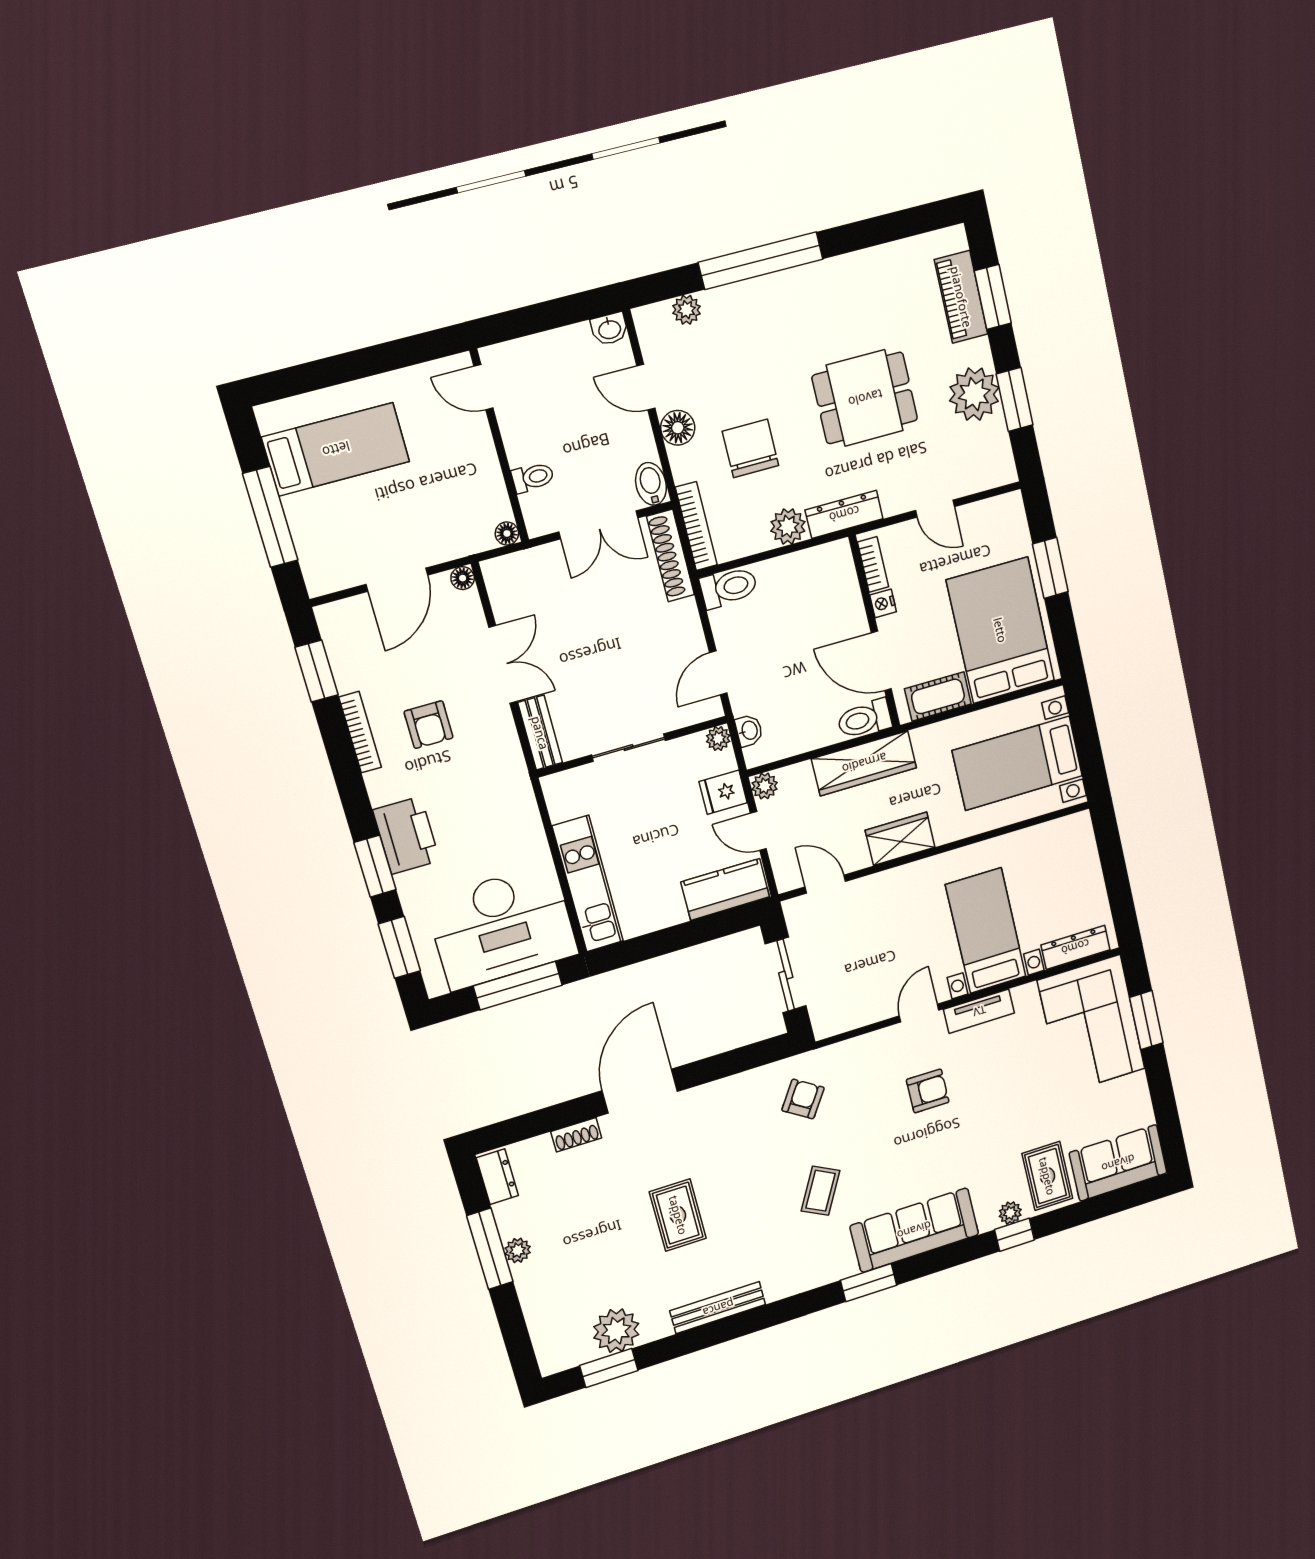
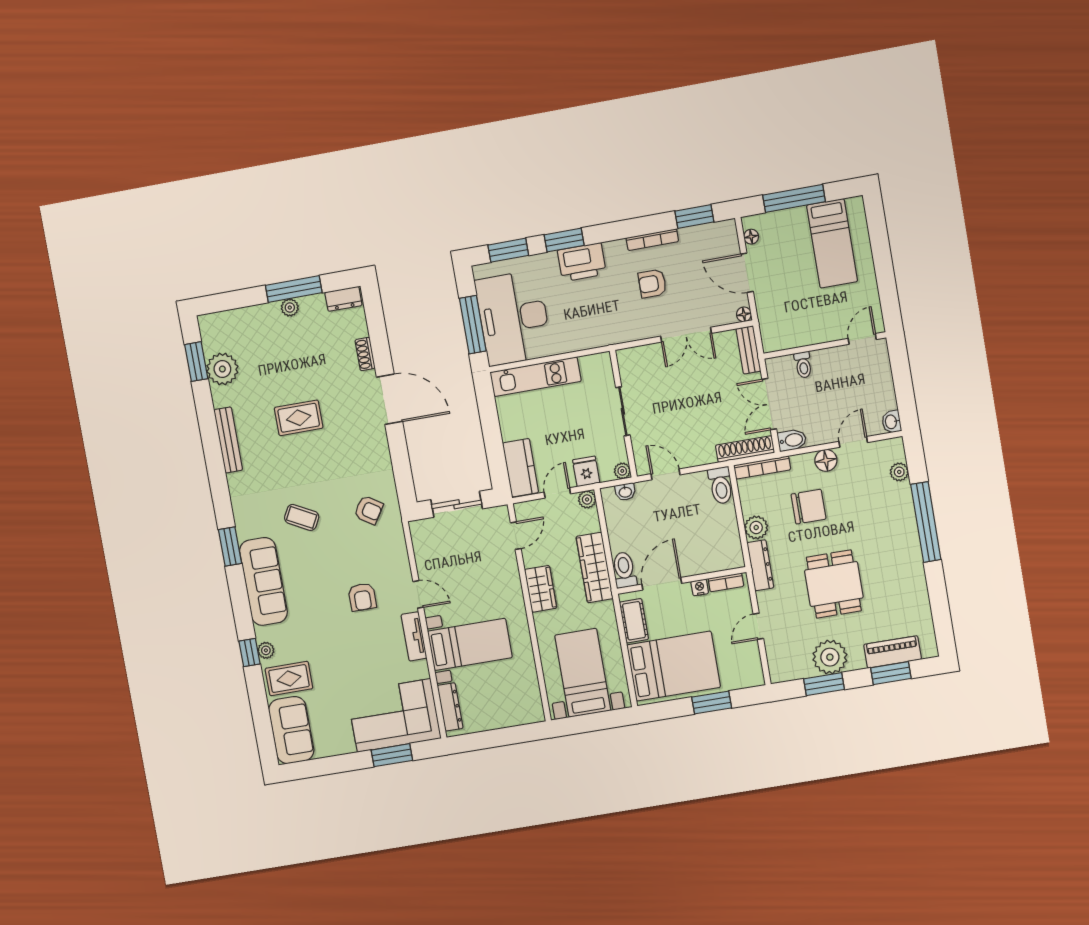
floor lamp: (507, 533) -> (751, 237), moved
bench: (540, 733) -> (748, 350), moved, turned 90

